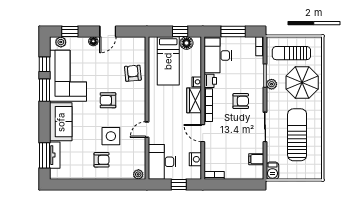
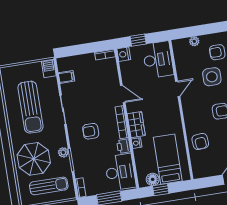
nightstand: (195, 159) -> (124, 54), moved
plant: (138, 174) -> (194, 41), moved

